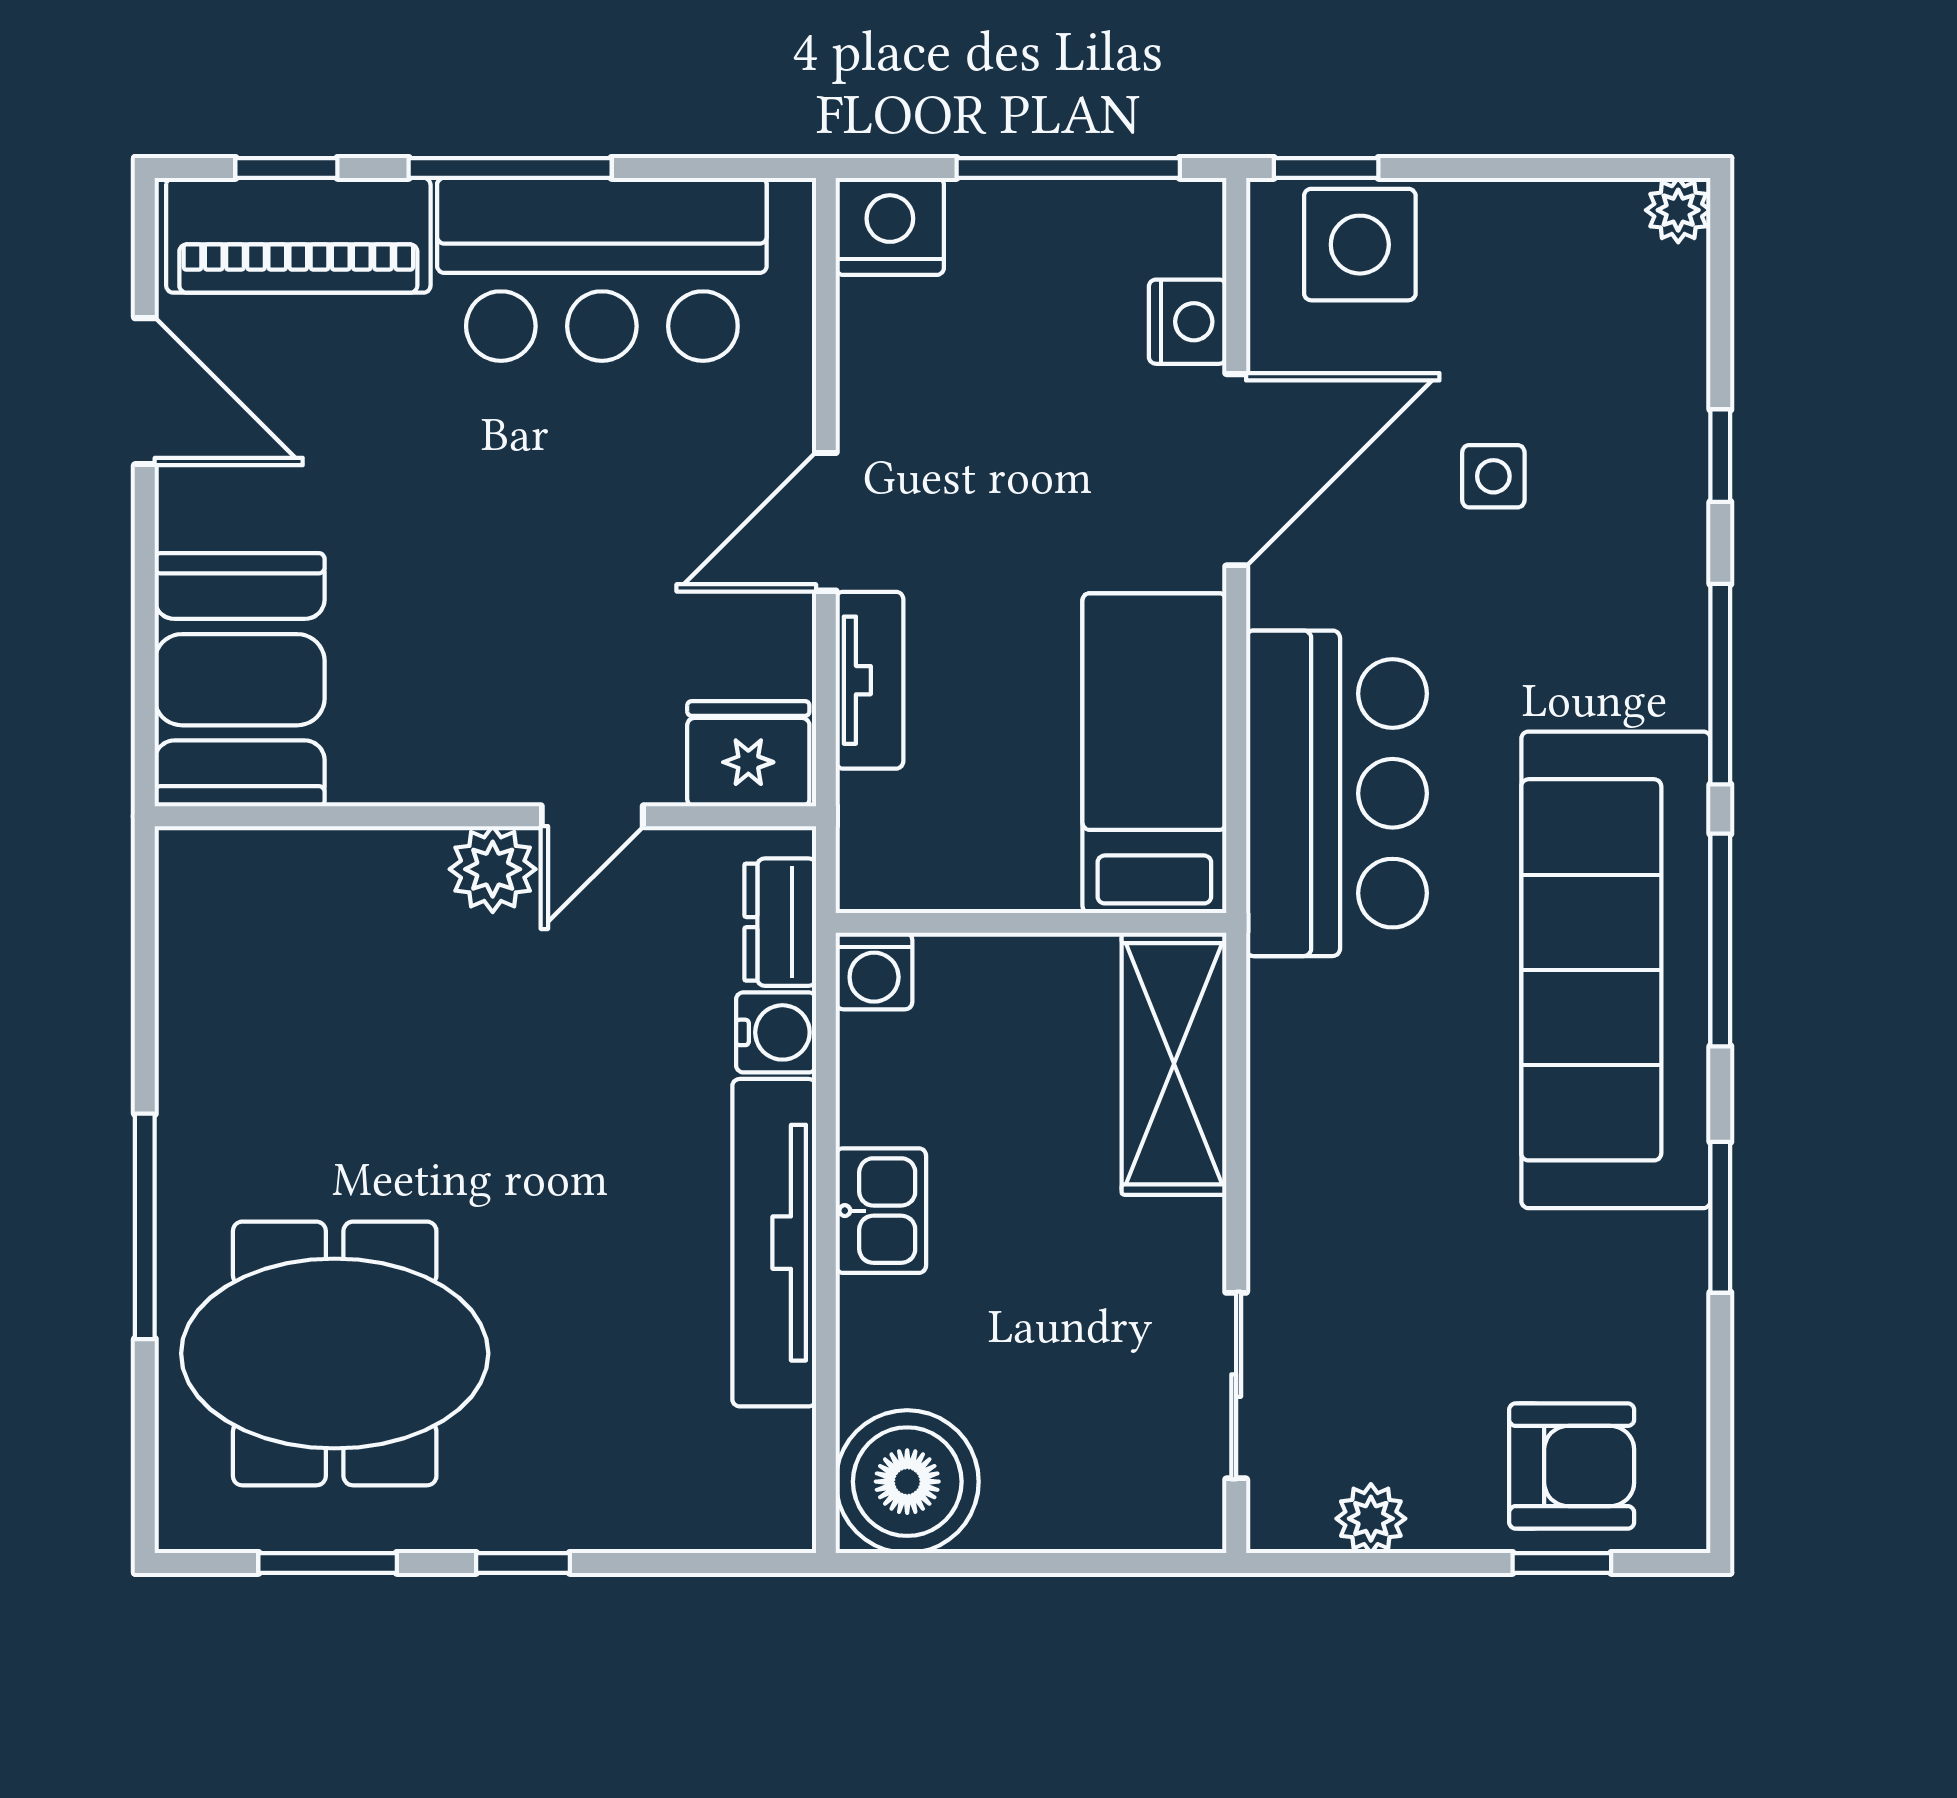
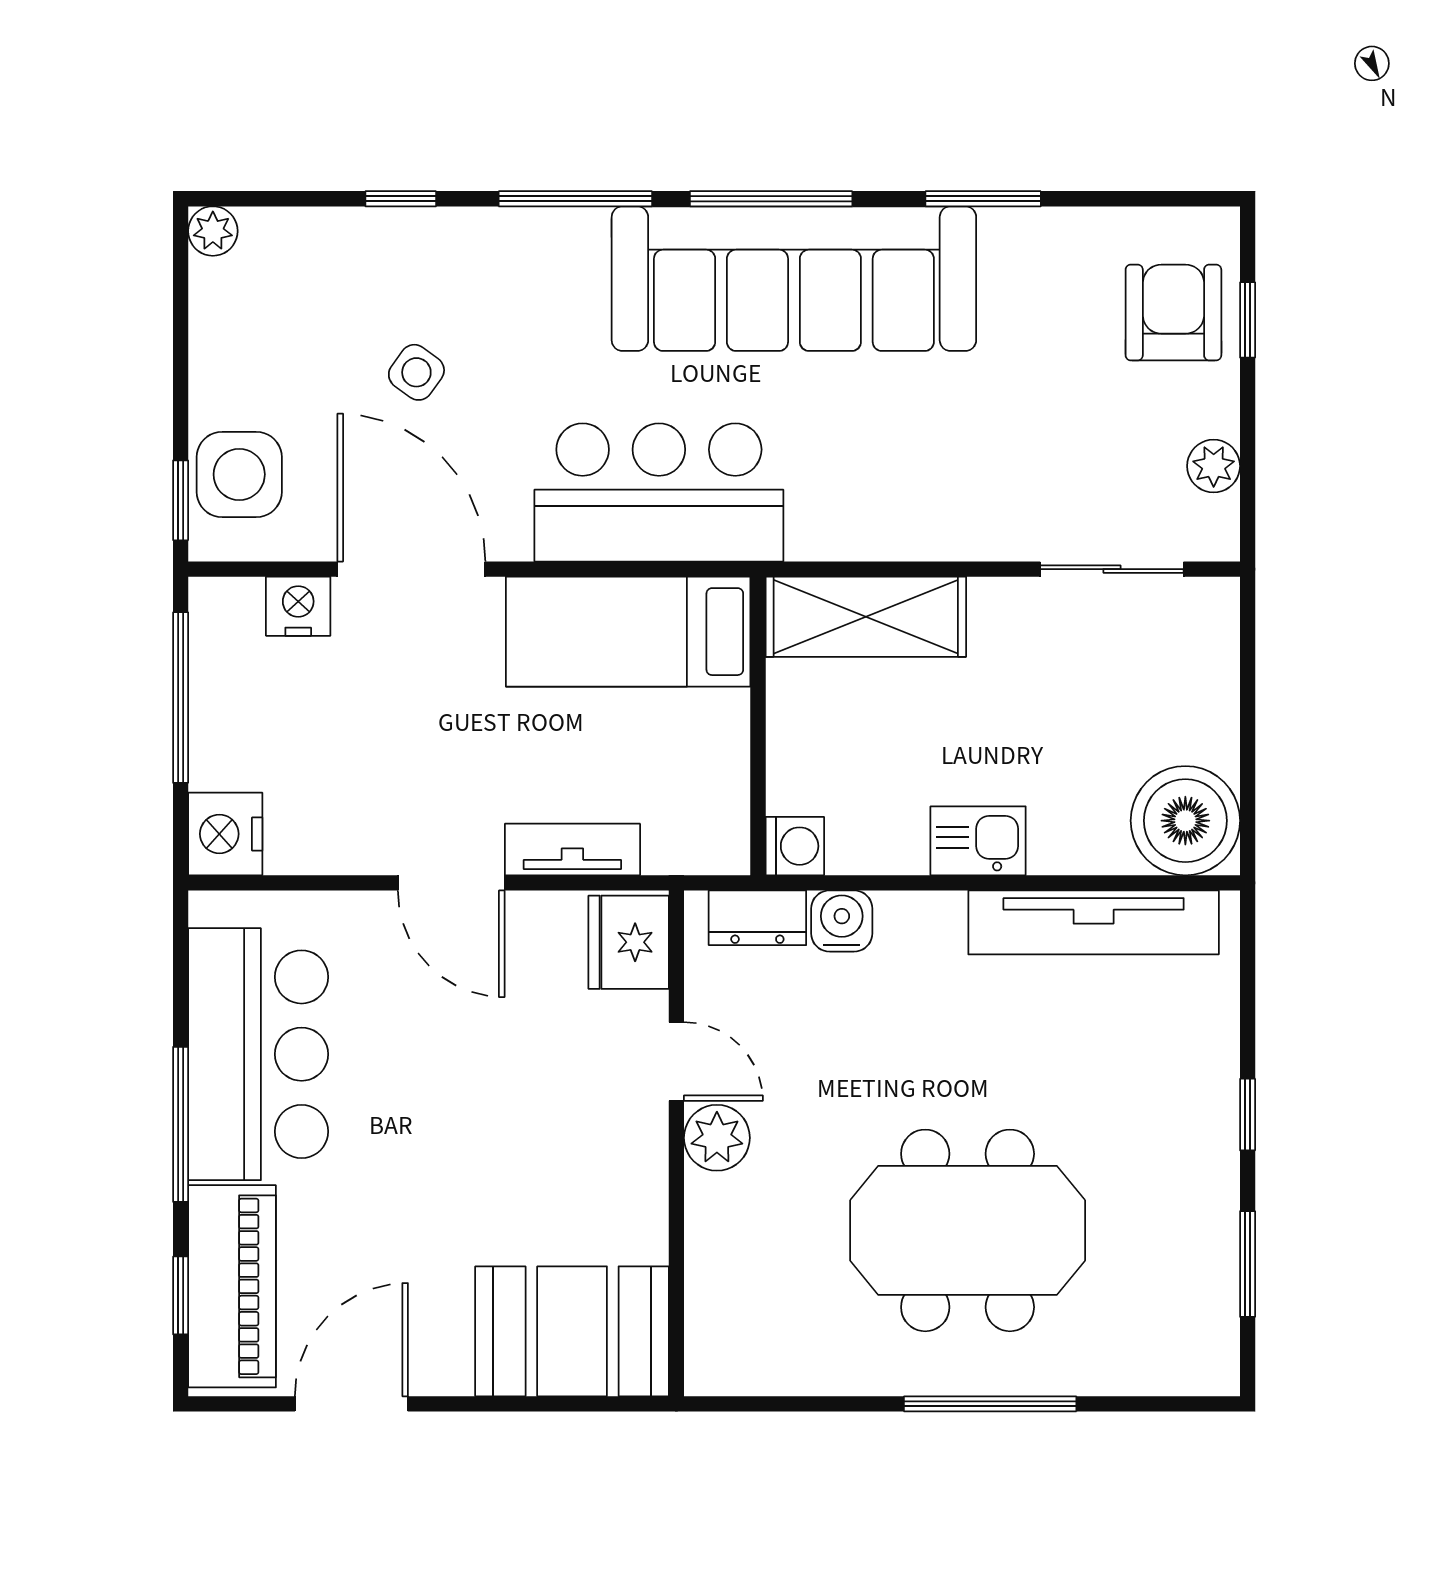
side table: (1493, 476) -> (416, 372), turned 36
tv unit: (774, 1243) -> (1094, 922), moved
meeting table: (335, 1353) -> (968, 1230), moved, turned 90

